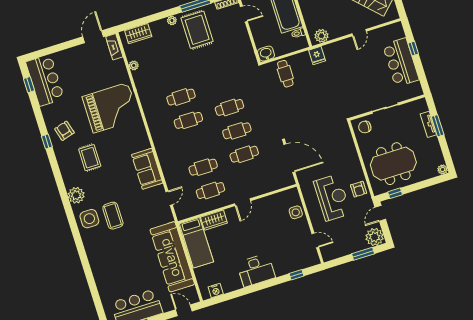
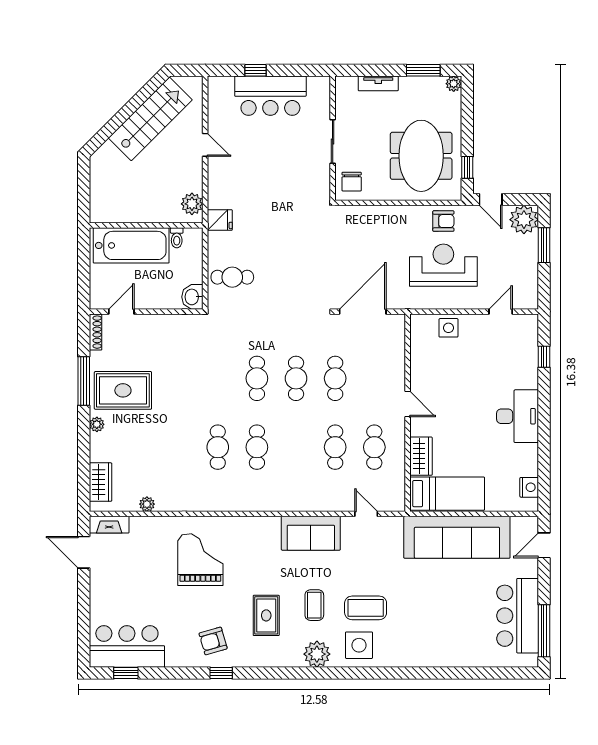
grand piano: (111, 108) -> (200, 560), width x0.73, depth x0.68
window: (438, 126) -> (423, 70), moved
rug: (90, 158) -> (266, 615), turned 90
coffee table: (105, 184) -> (314, 605), added

